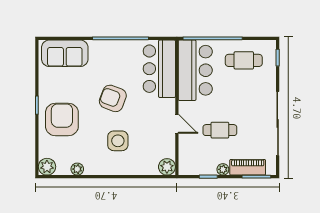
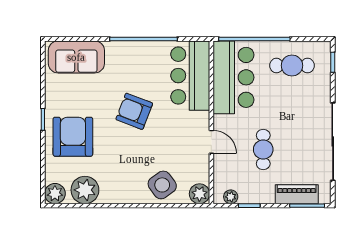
cafe table: (220, 130) -> (263, 149), turned 90
side table: (118, 141) -> (162, 185), moved, turned -36
plant: (77, 169) -> (85, 190), width x1.88, depth x1.88
plant: (223, 169) -> (231, 197), moved

